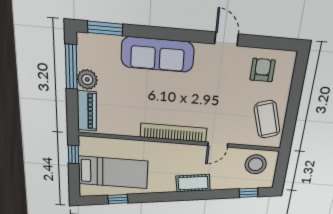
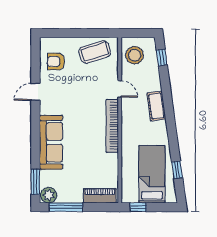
plant: (87, 79) -> (49, 195), moved

